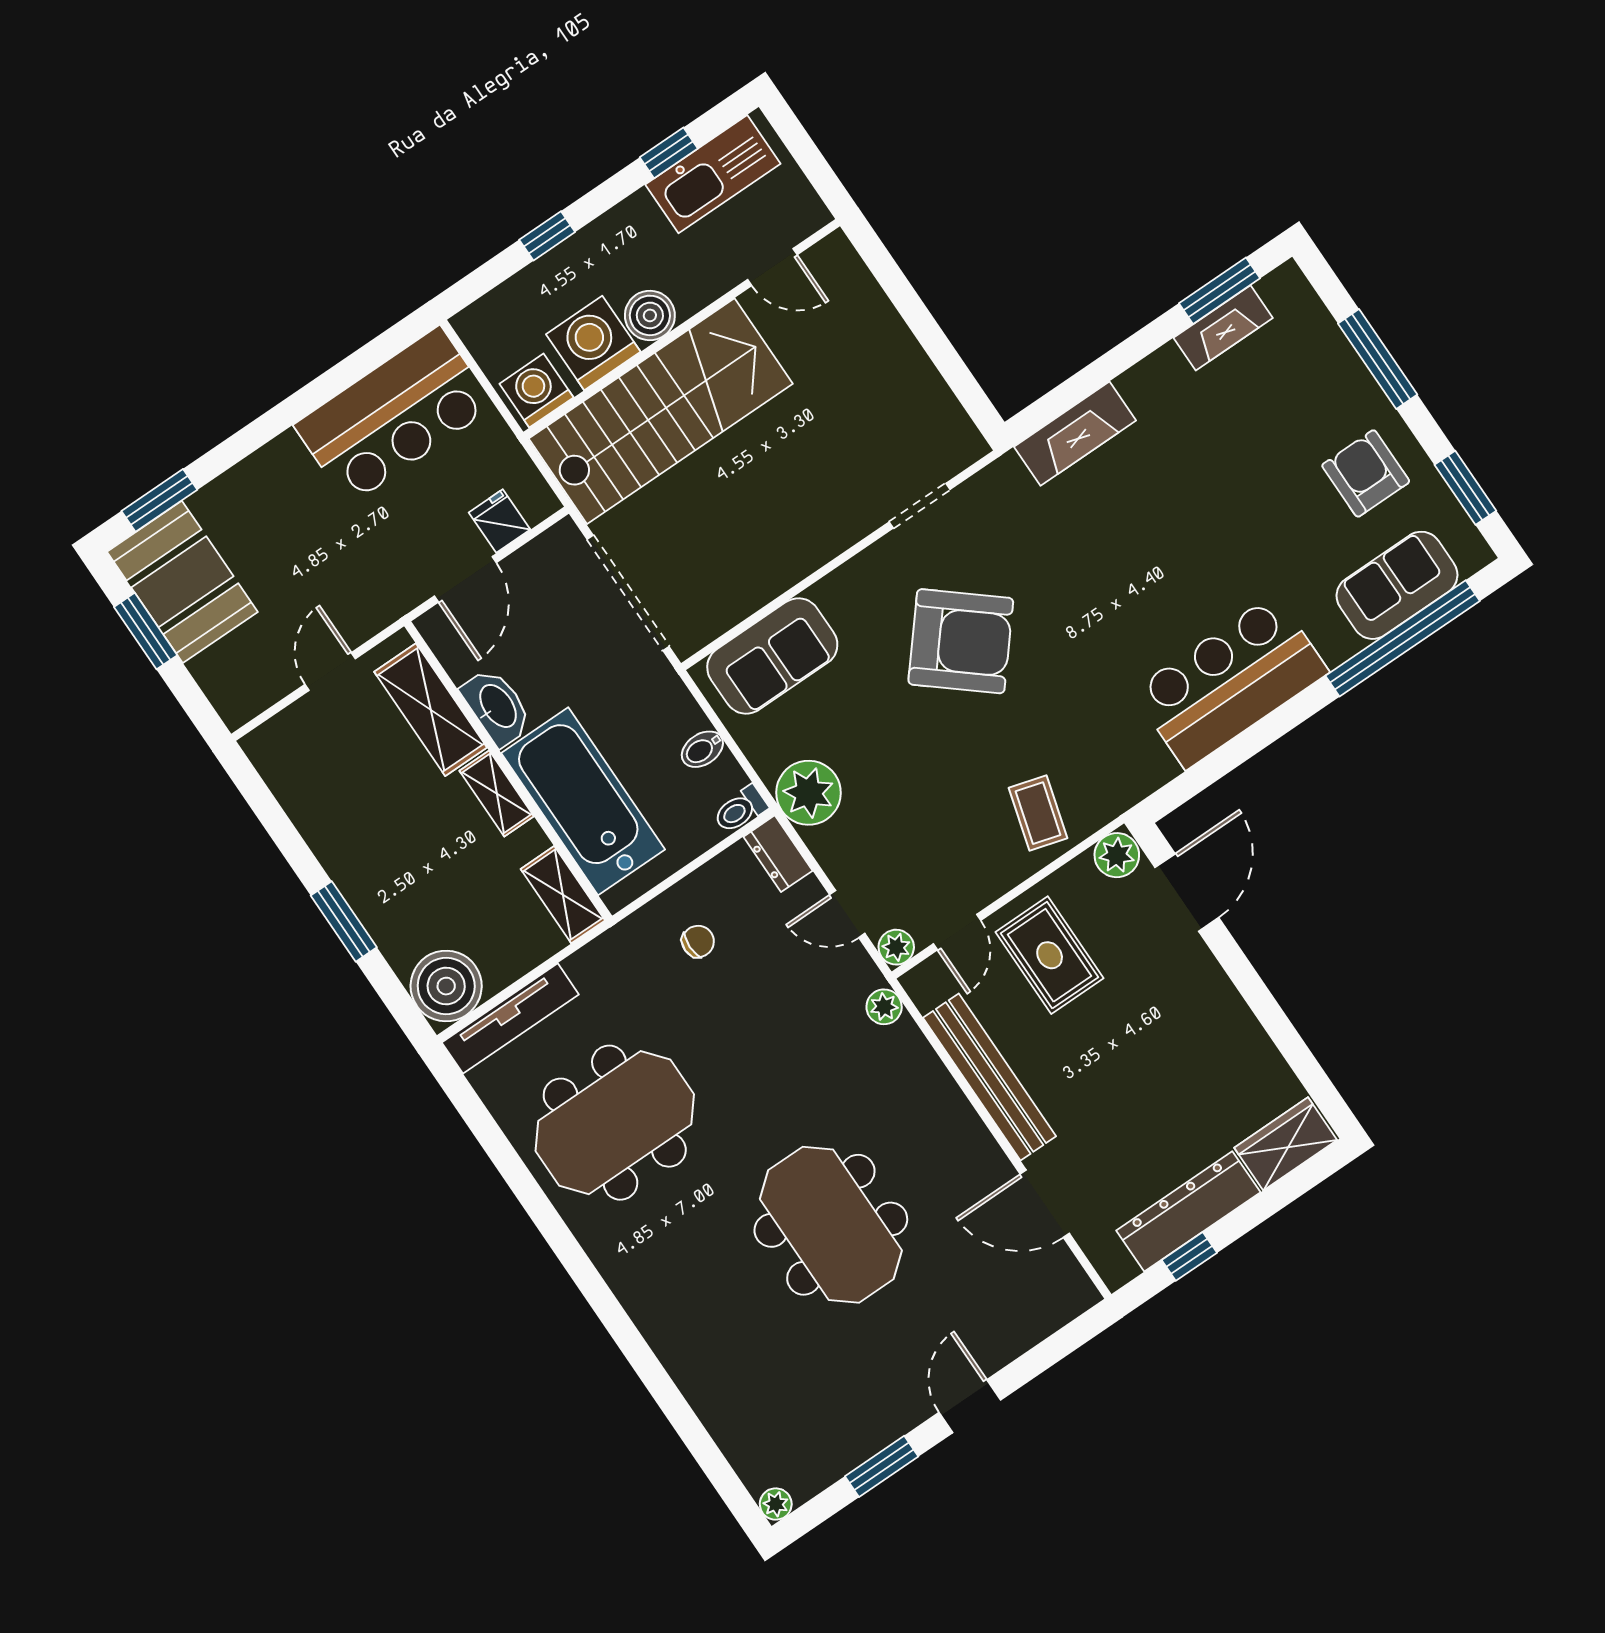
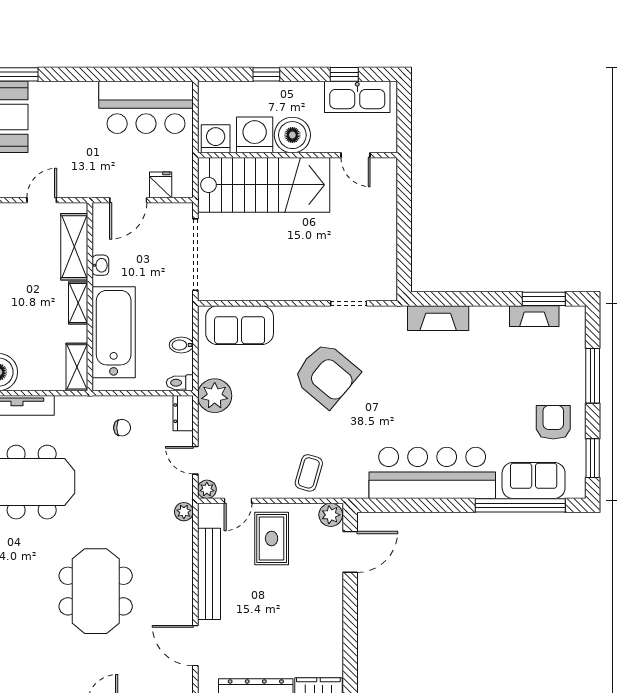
boiler: (650, 315) -> (292, 135), width x1.37, depth x1.37
bar counter: (1231, 682) -> (432, 473), width x1.36
washbasin: (497, 707) -> (100, 265), width x0.52, depth x0.69

